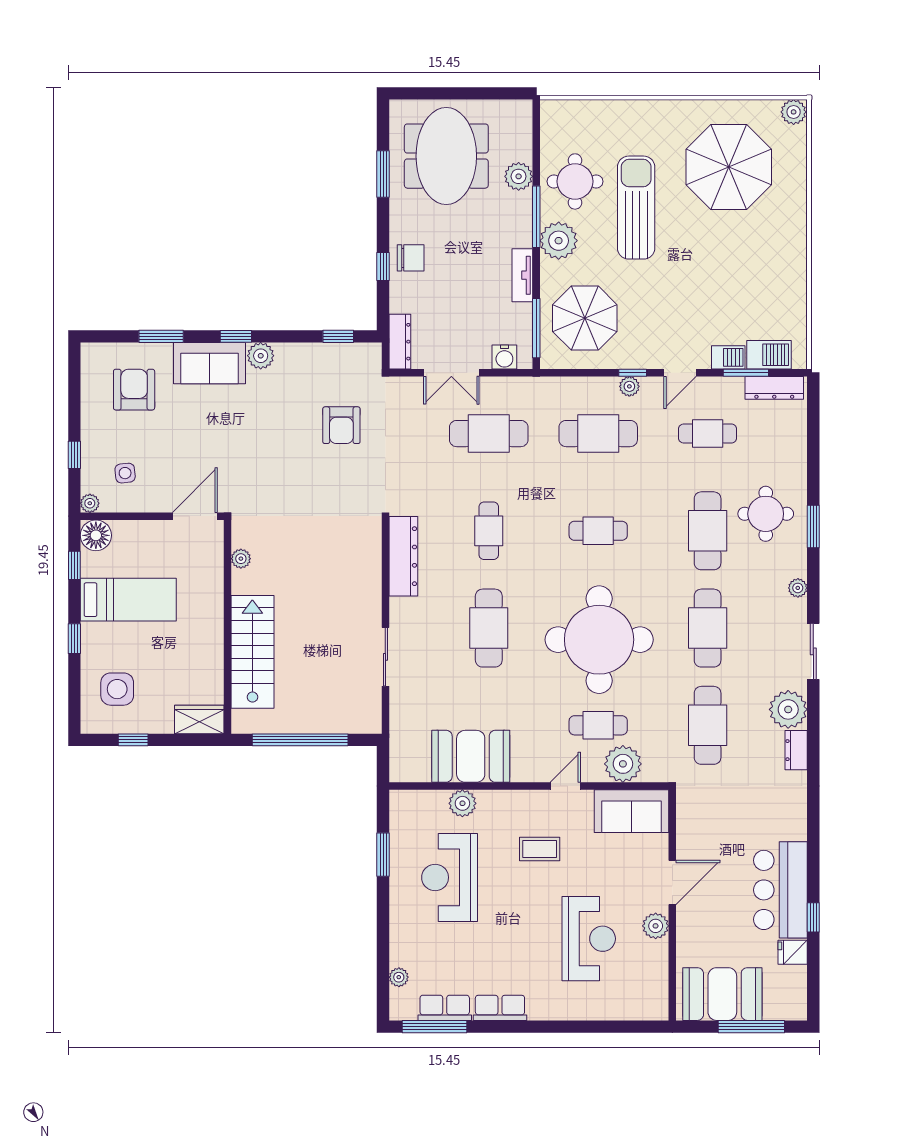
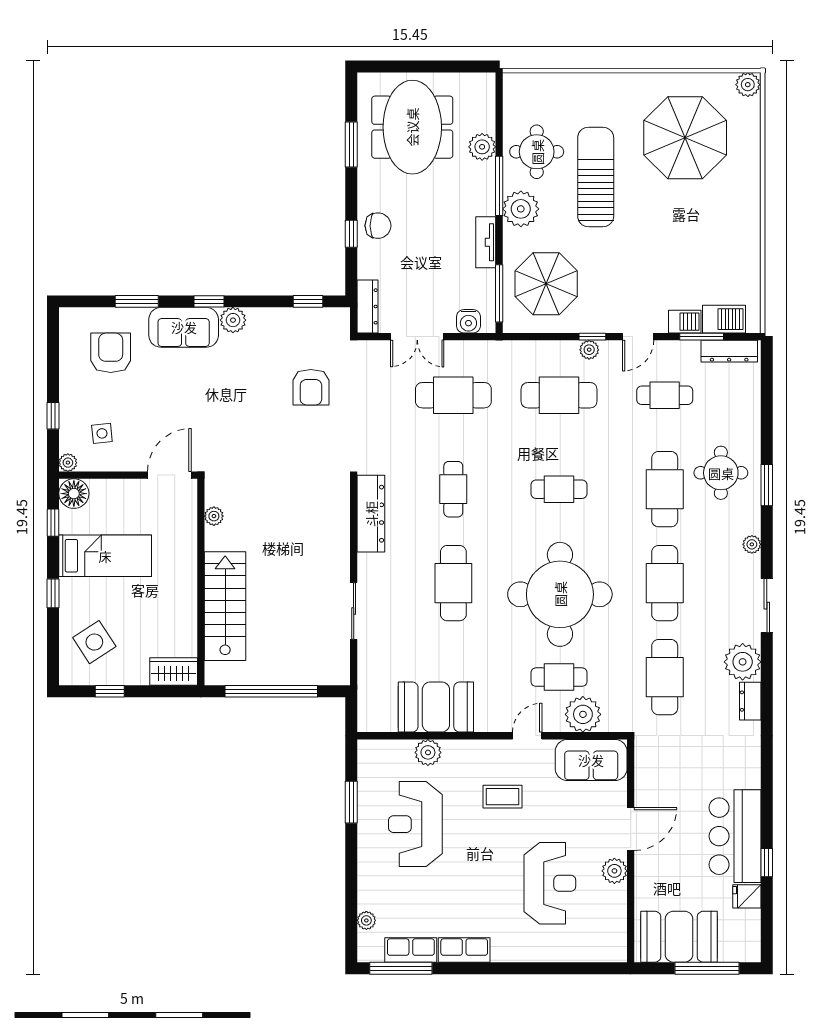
side table: (117, 689) -> (94, 642), turned -33

